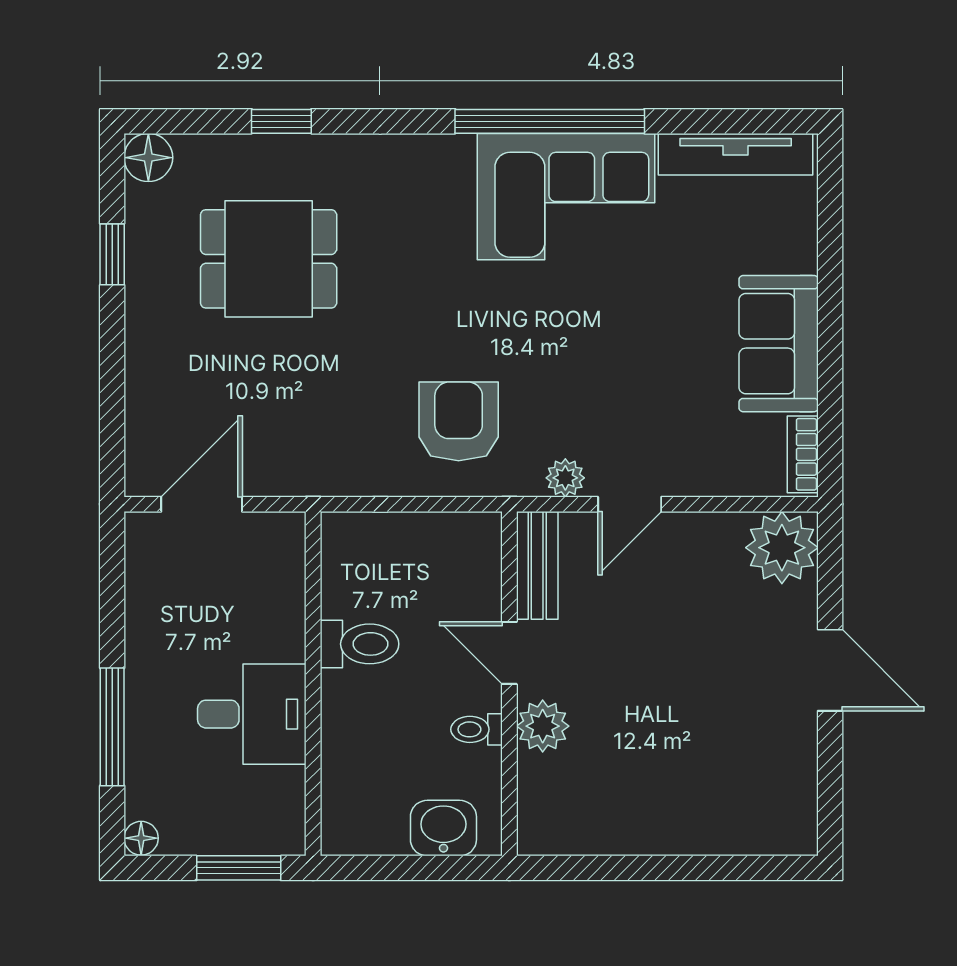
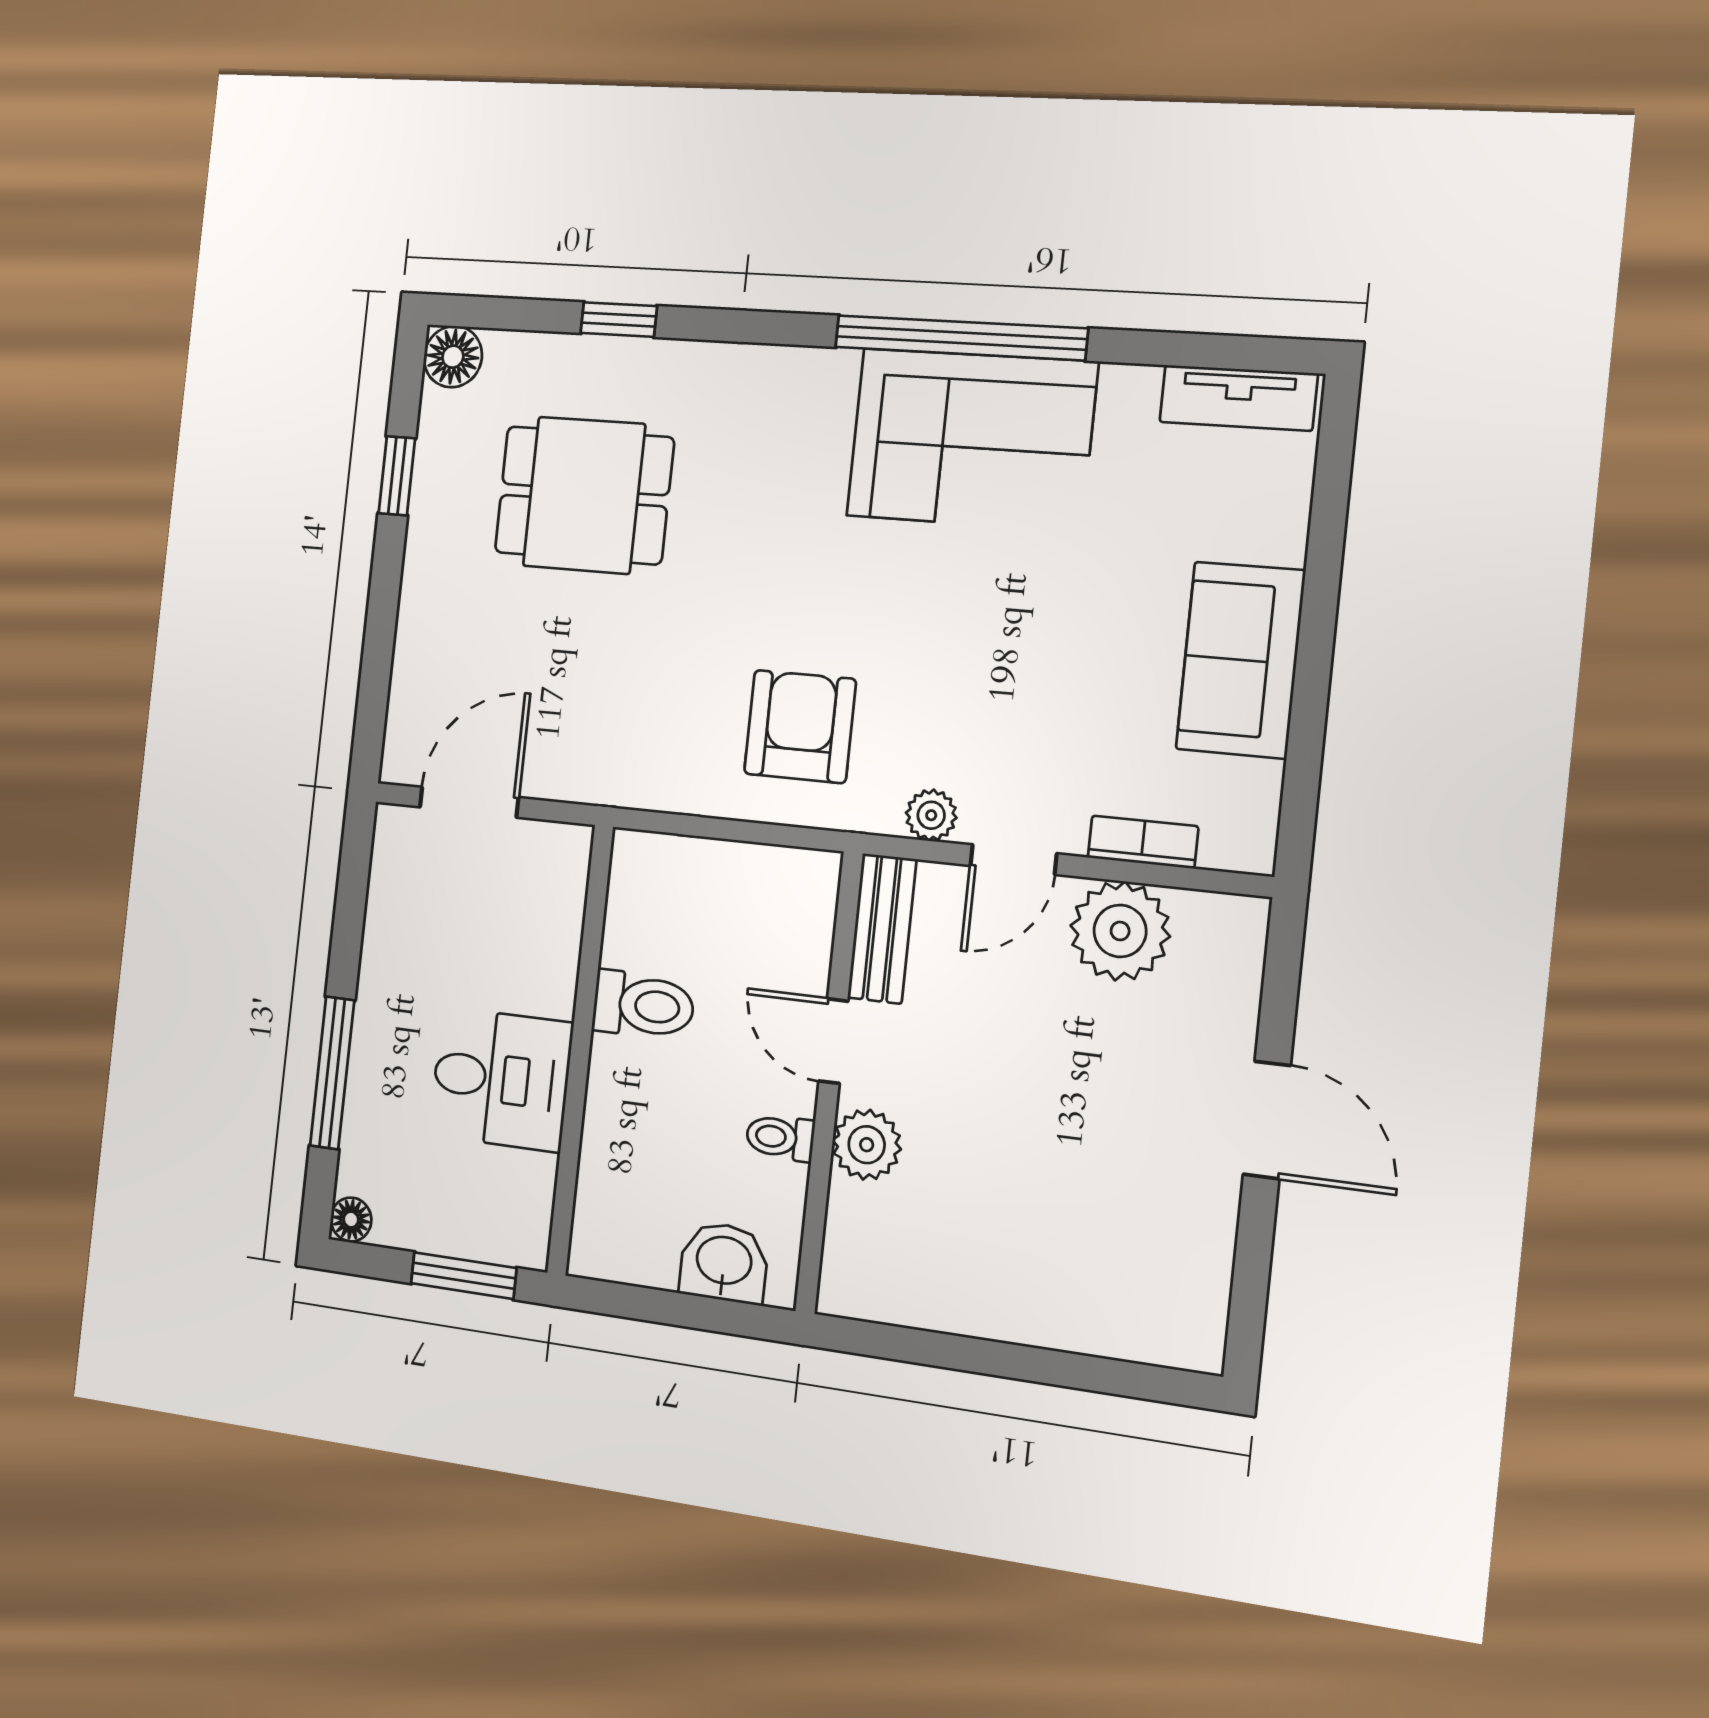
tv unit: (736, 154) -> (1238, 398), width x0.71
bookcase: (803, 454) -> (1143, 842), moved, turned 90
plant: (782, 548) -> (1120, 931), moved

